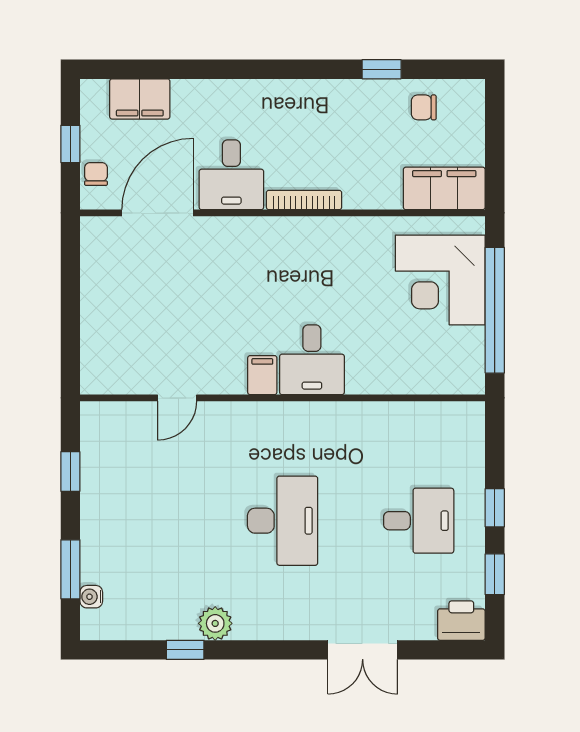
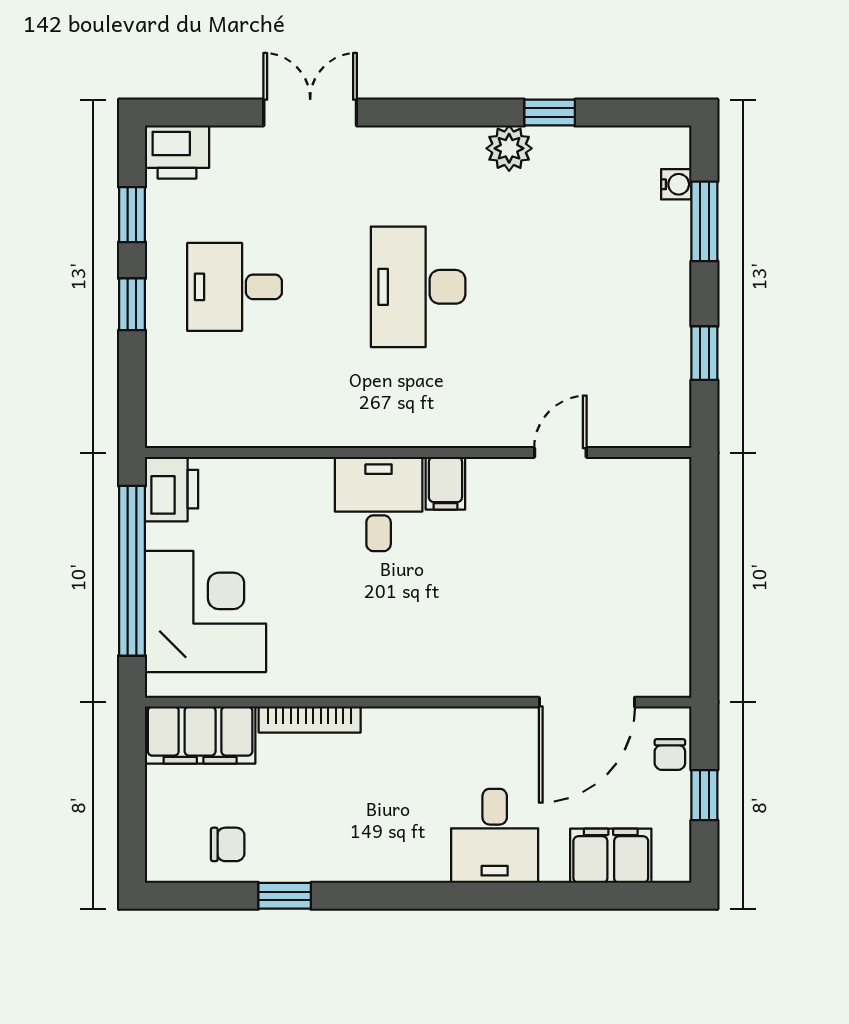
desk: (231, 175) -> (495, 836), moved, turned 180
bookcase: (304, 200) -> (310, 719), moved
printer: (465, 371) -> (172, 489), added

